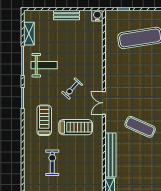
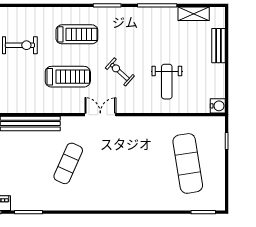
bench: (67, 15) -> (219, 46), moved
weight bench: (44, 65) -> (167, 82), moved
treadmill: (76, 127) -> (68, 77), turned -90

